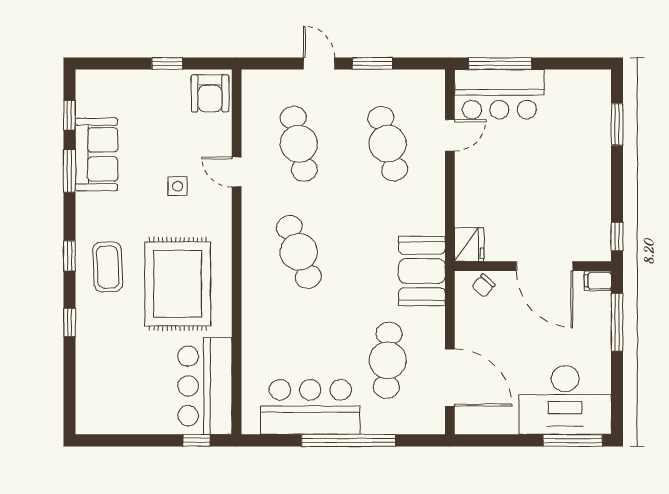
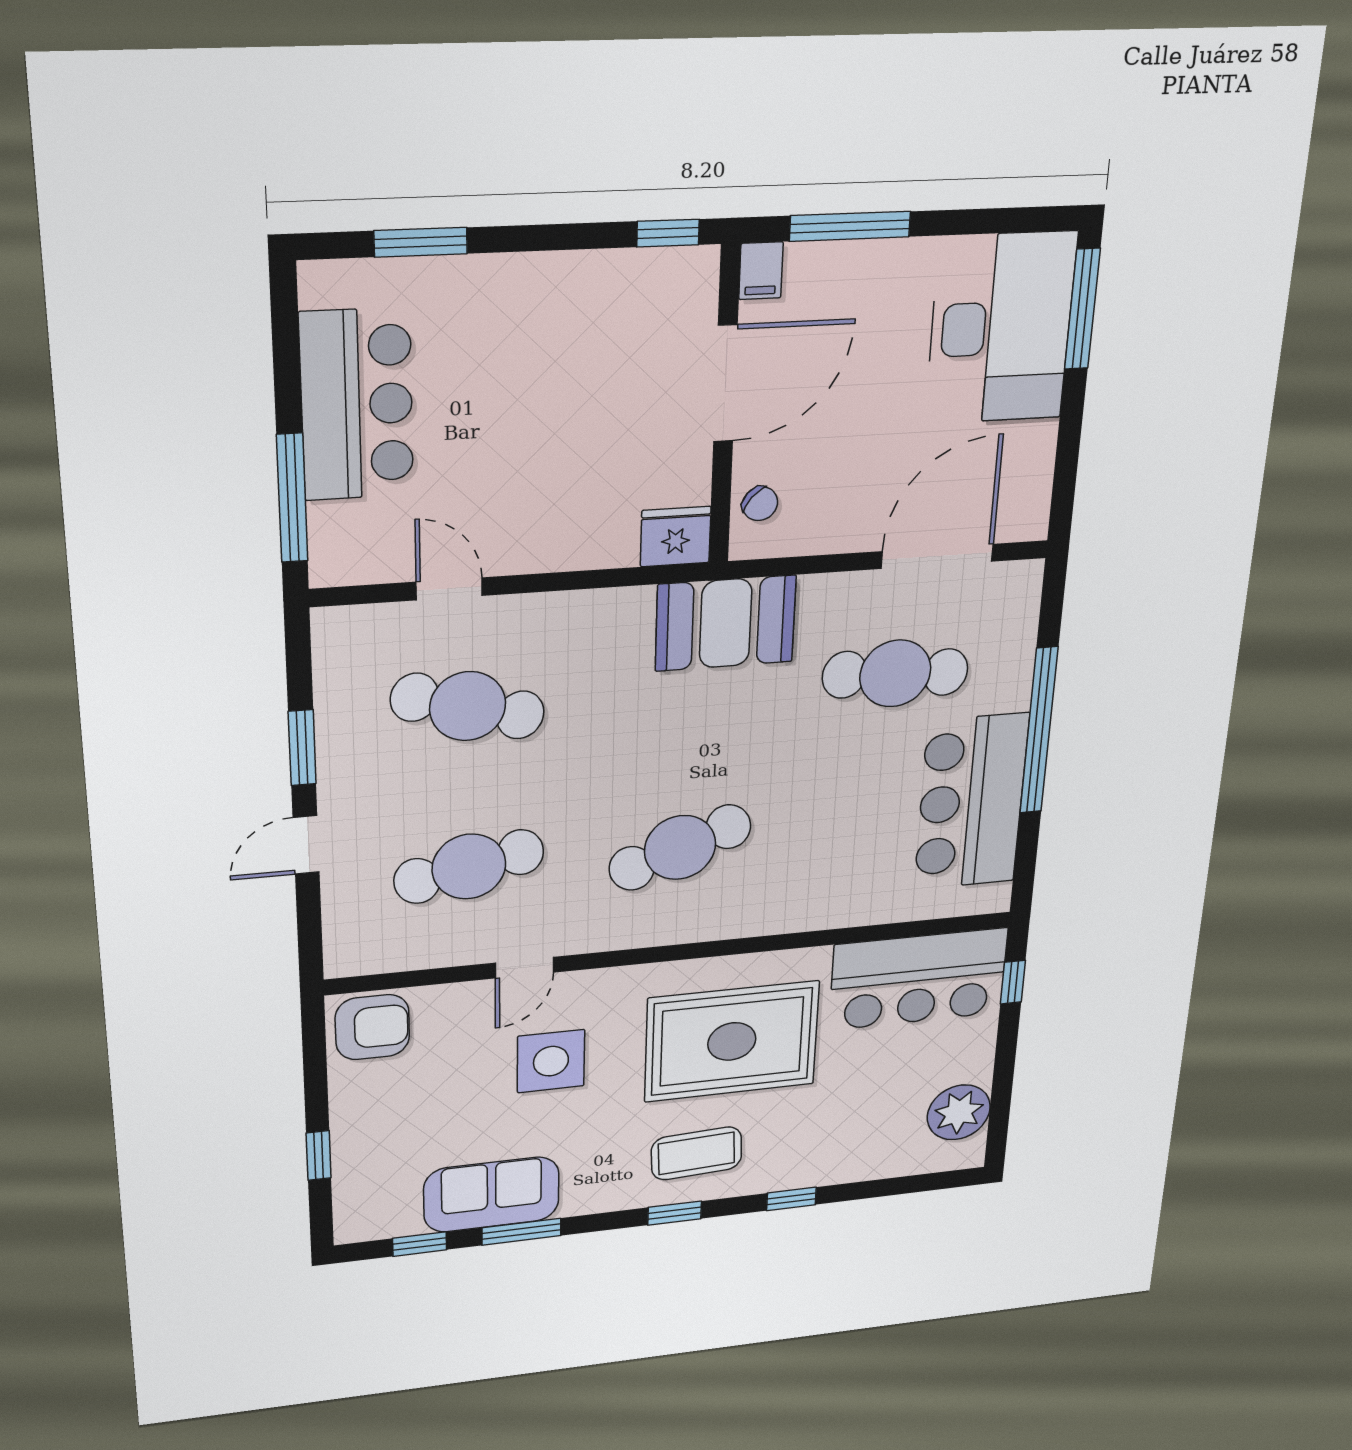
window: (167, 63) -> (319, 1155), moved
bar counter: (499, 94) -> (357, 405), moved
cafe table: (388, 144) -> (468, 706), turned 30
side table: (178, 186) -> (551, 1061), width x1.87, depth x1.87
plant: (115, 416) -> (959, 1112), added

